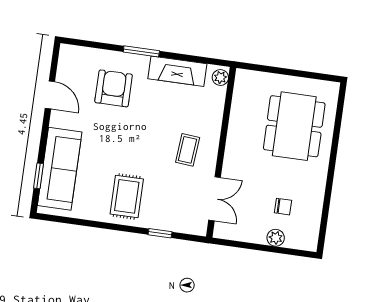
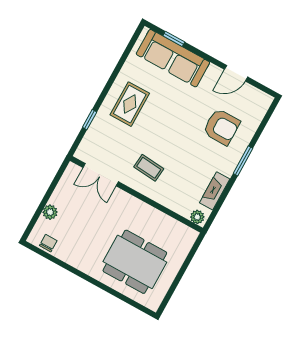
fireplace: (177, 71) -> (215, 191), width x0.73, depth x0.76
rug: (127, 196) -> (130, 104), turned 90
chair: (283, 207) -> (48, 243), moved, turned 180

